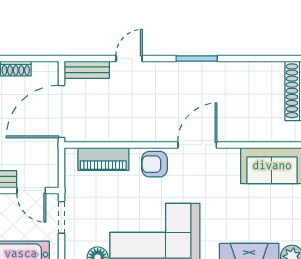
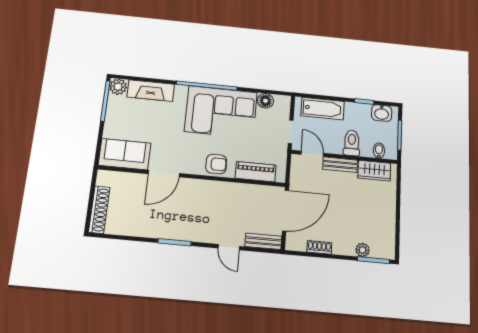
door: (129, 58) -> (229, 247), hinge flipped
door: (197, 145) -> (164, 174), moved

